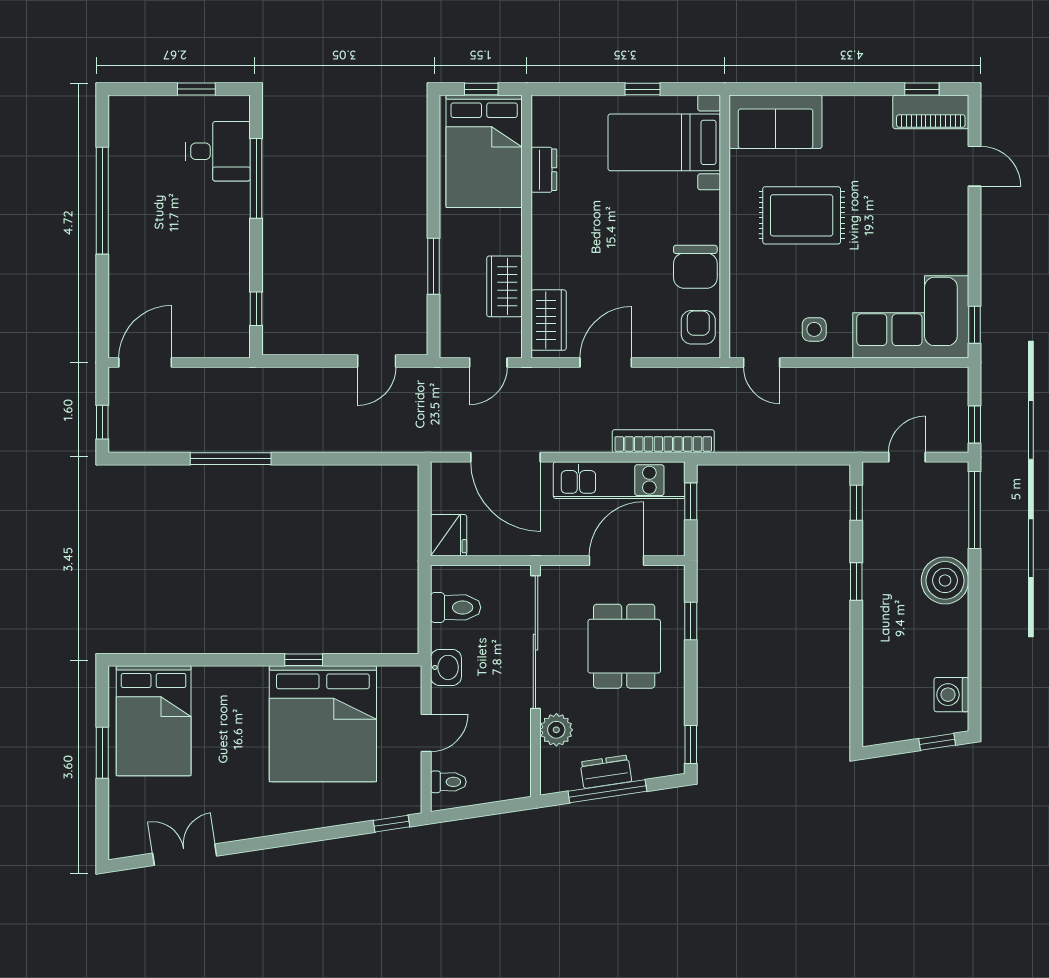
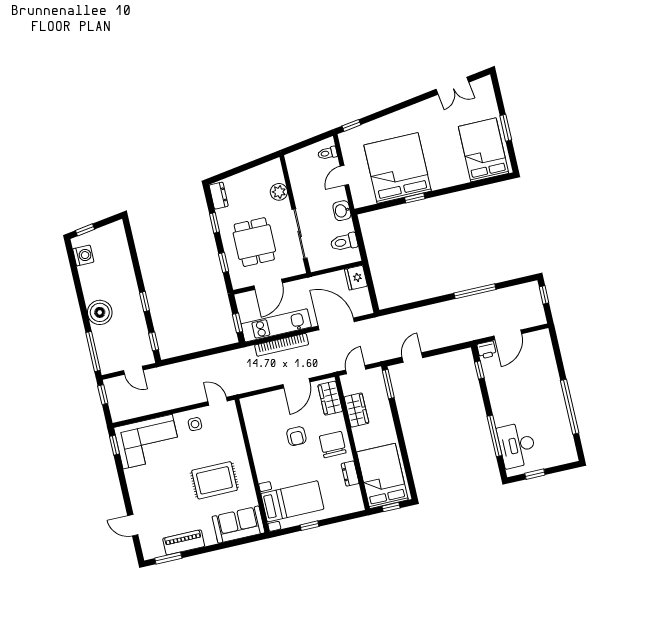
window: (922, 89) -> (168, 558), width x1.50
piano: (931, 112) -> (184, 542), moved
desk: (218, 151) -> (517, 445), width x1.37
window: (433, 266) -> (388, 384), moved
chair: (695, 267) -> (333, 445), moved
armchair: (698, 327) -> (296, 436), moved
printer: (234, 343) -> (487, 350), added
door: (145, 363) -> (508, 335), moved
bookcase: (663, 441) -> (282, 345), moved
door: (907, 457) -> (133, 370), hinge flipped
sliding door: (535, 642) -> (300, 234), width x0.73
window: (691, 744) -> (214, 223), moved
dresser: (606, 772) -> (219, 196), moved, turned -81
window: (607, 791) -> (246, 167), removed

